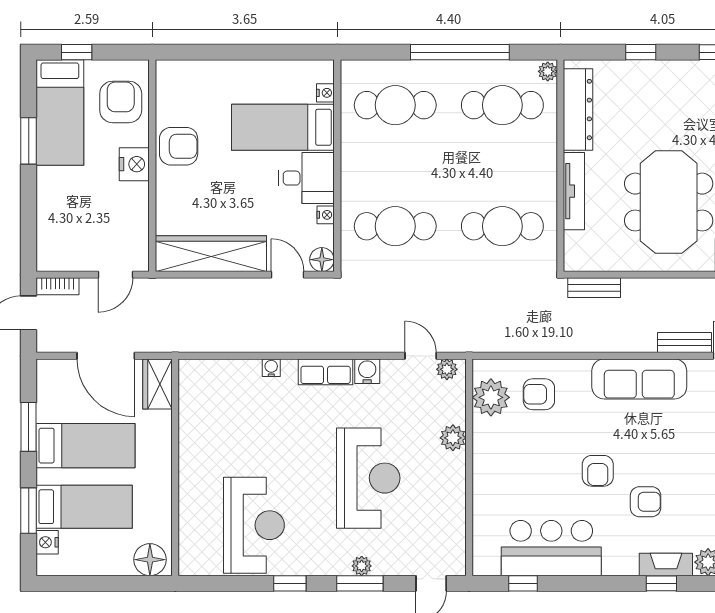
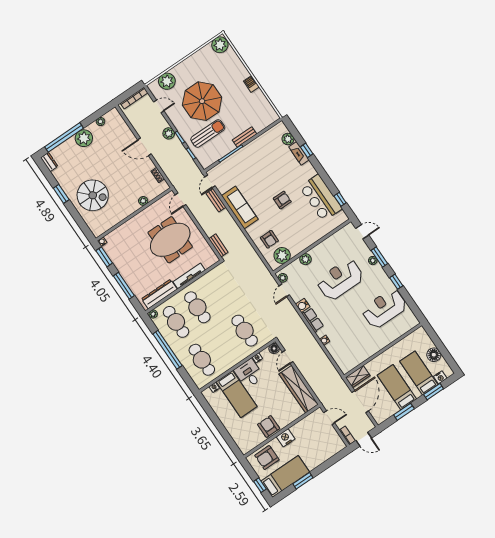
window: (641, 52) -> (124, 286), width x2.17
cafe table: (502, 226) -> (197, 307), moved
armchair: (646, 502) -> (282, 176), removed
floor lamp: (150, 560) -> (434, 355), moved

